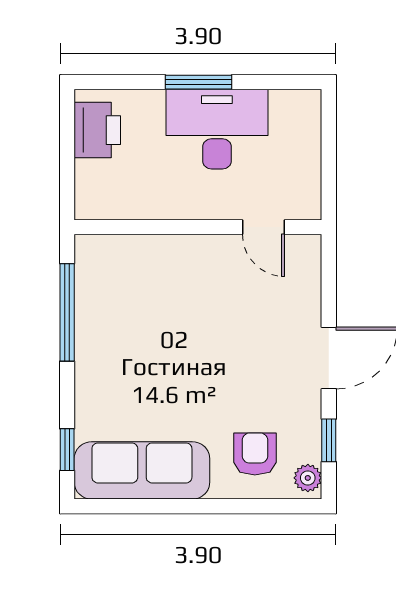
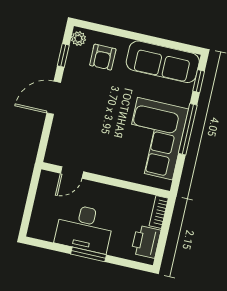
bookcase: (86, 190) -> (159, 212), added
door: (263, 227) -> (72, 173), swing flipped
window: (67, 312) -> (188, 129), moved
corner sofa: (124, 325) -> (155, 139), added

